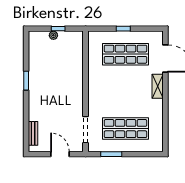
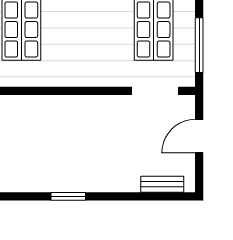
window: (111, 154) -> (199, 45), width x1.44

